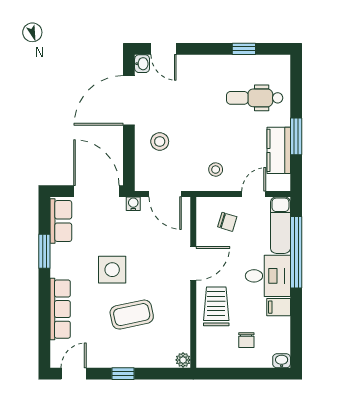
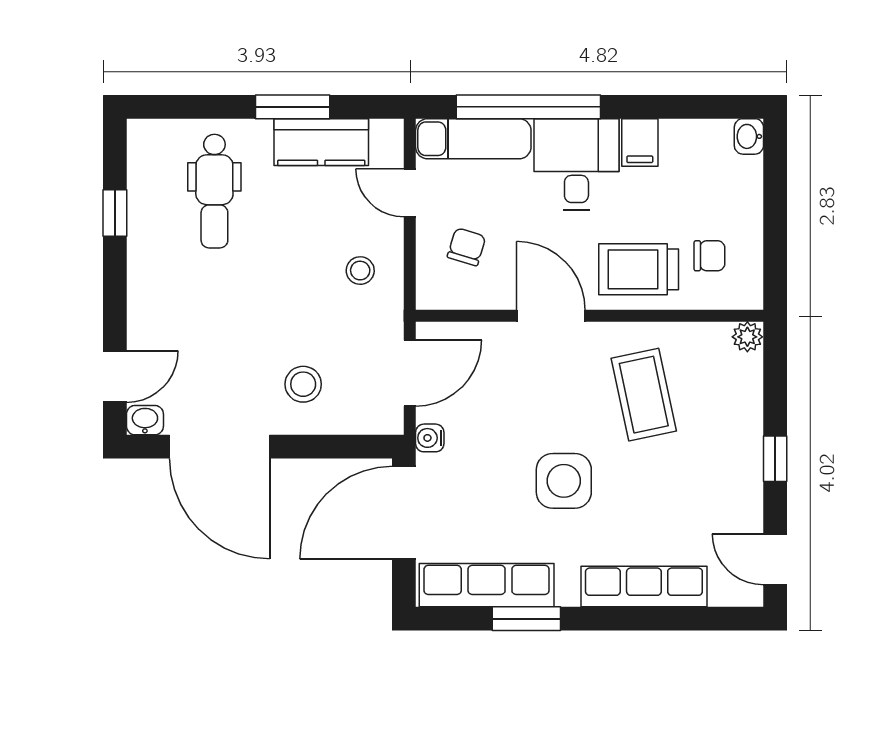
row of seats: (61, 221) -> (487, 585), width x1.48
coffee table: (132, 315) -> (644, 395), moved
chair: (246, 340) -> (709, 256), moved

